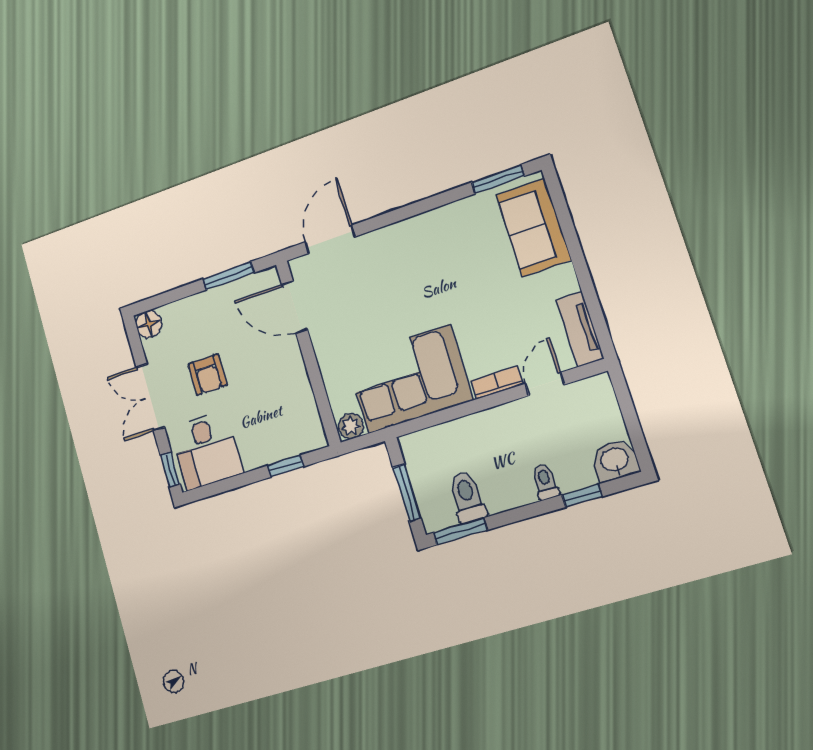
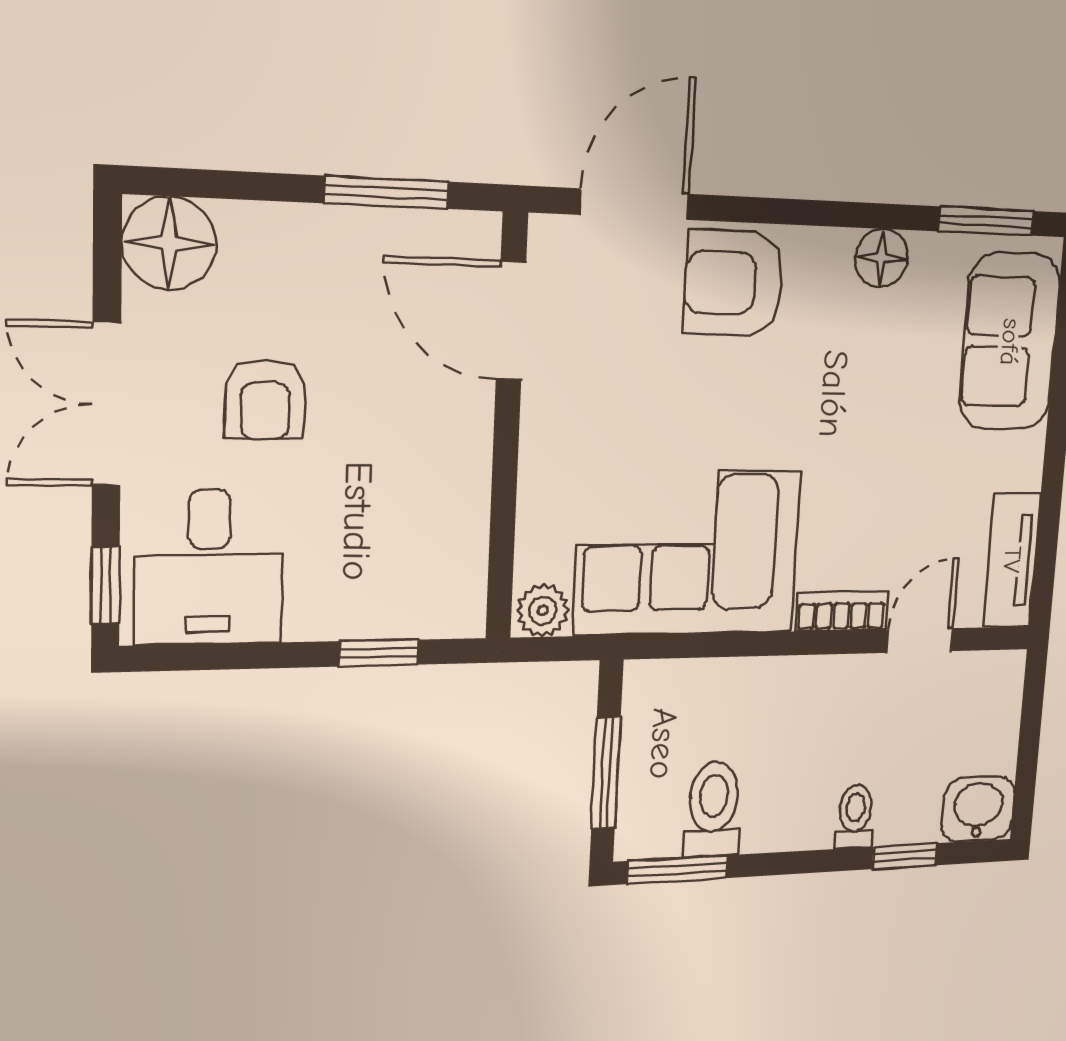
floor lamp: (452, 216) -> (882, 258), added
armchair: (386, 254) -> (734, 283), added
floor lamp: (149, 324) -> (169, 243), width x1.38, depth x1.38

